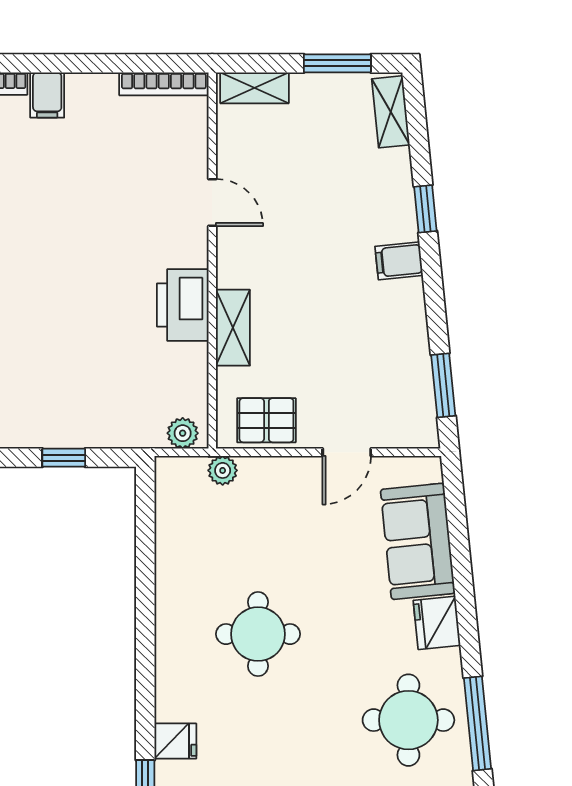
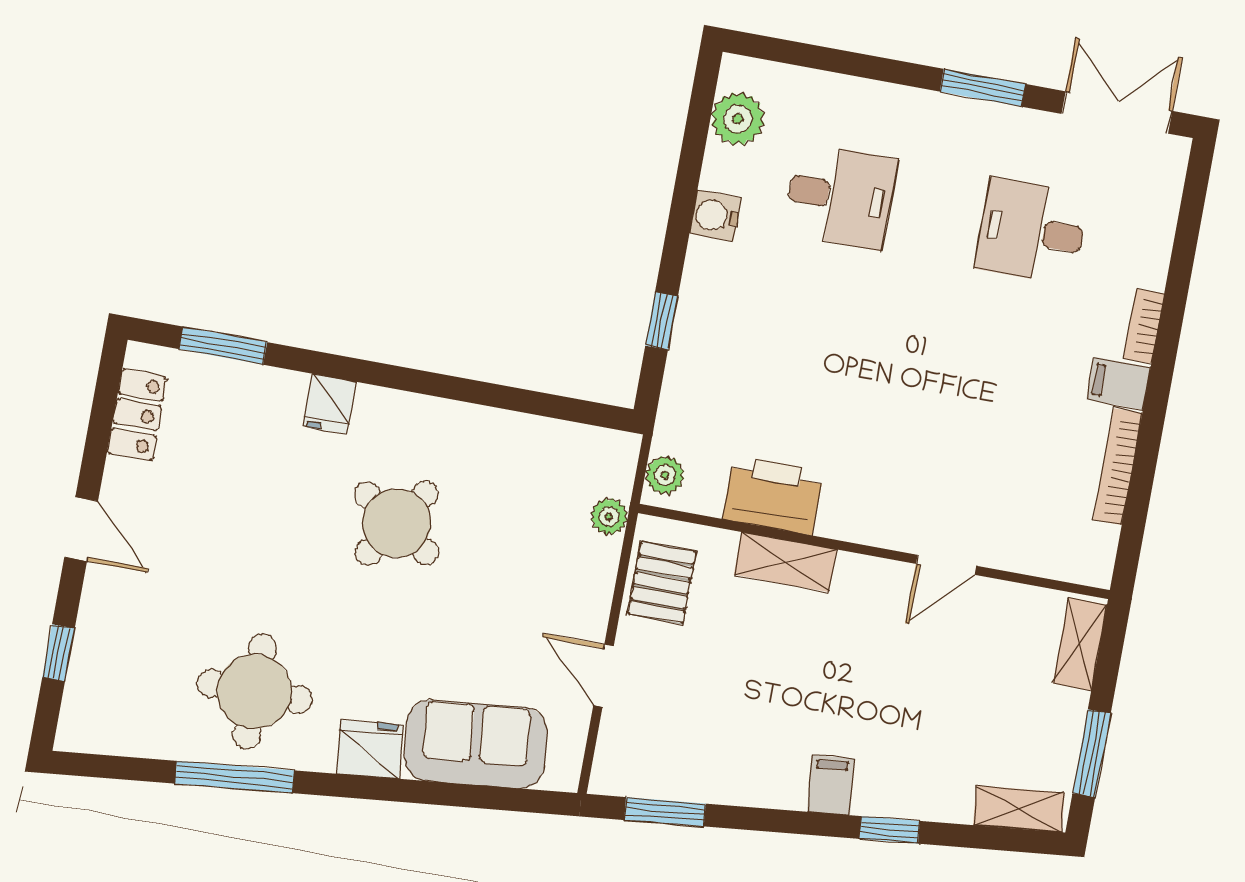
bookcase: (164, 84) -> (1118, 467), moved
printer: (183, 305) -> (773, 495), moved
round table: (258, 634) -> (397, 523), turned 34
fridge: (175, 741) -> (330, 404), moved

